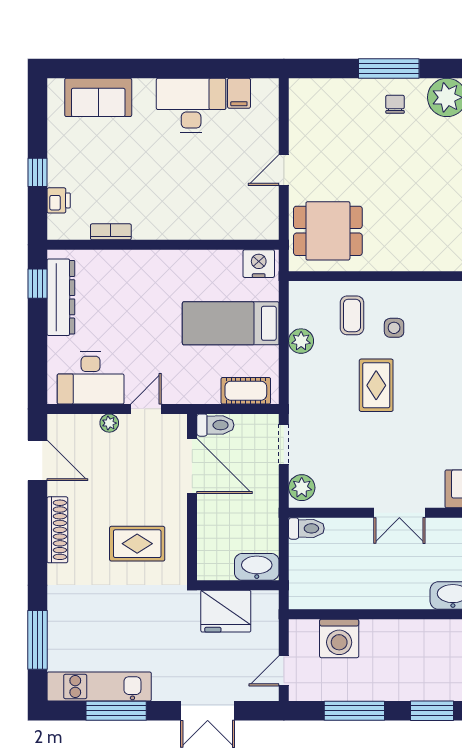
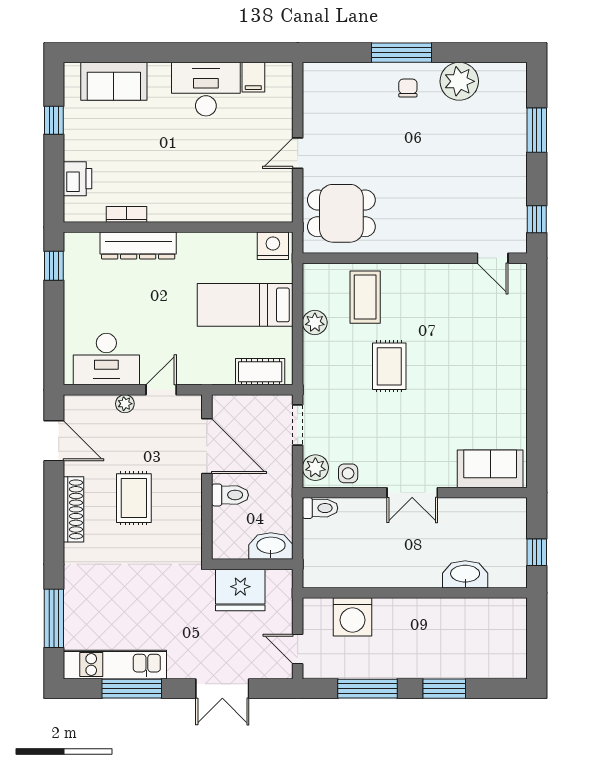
window: (37, 172) -> (54, 120), moved
printer: (59, 200) -> (78, 179), width x1.36, depth x1.24
dresser: (61, 297) -> (138, 245), moved, turned 90
coffee table: (352, 315) -> (365, 297), width x1.36, depth x1.30
side table: (394, 328) -> (348, 473), moved
toilet: (215, 425) -> (230, 495), moved
rug: (137, 544) -> (134, 498), moved, turned 90
door: (284, 671) -> (298, 649), hinge flipped

